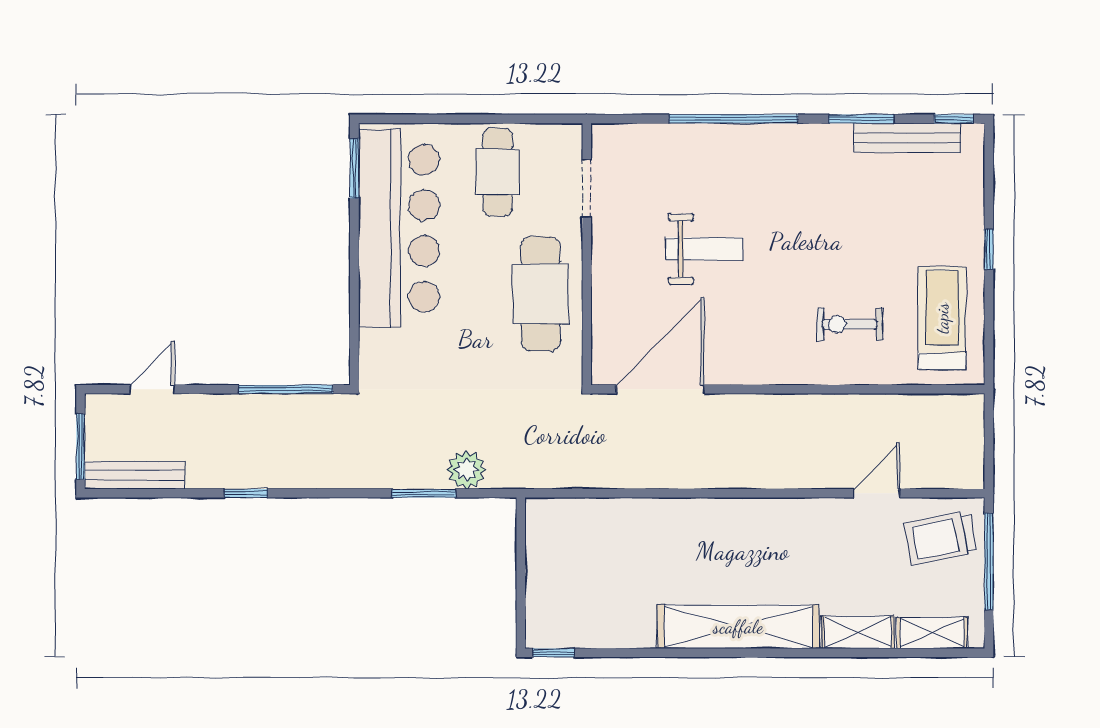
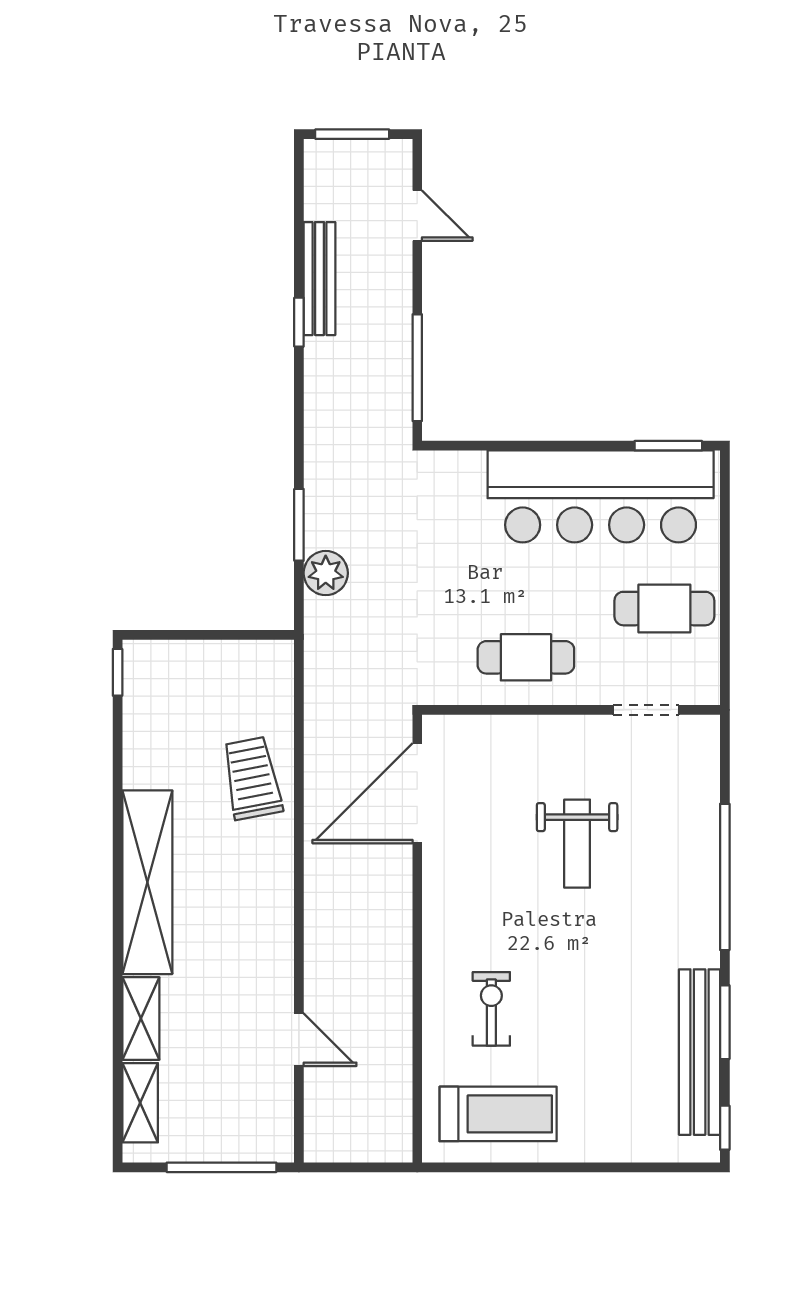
bench: (907, 138) -> (700, 1052), width x1.37, depth x1.21
window: (989, 249) -> (577, 1167), removed
cafe table: (540, 294) -> (526, 657), width x0.73, depth x0.74
door: (660, 389) -> (417, 793), swing flipped
bench: (134, 475) -> (319, 279), moved
trolley: (940, 538) -> (252, 778), moved

